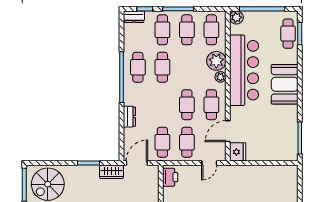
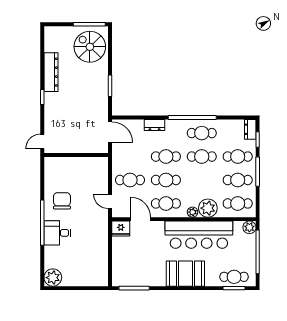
cafe table: (162, 142) -> (166, 157), moved
wardrobe: (111, 172) -> (102, 108), removed
printer: (170, 177) -> (97, 164), removed

